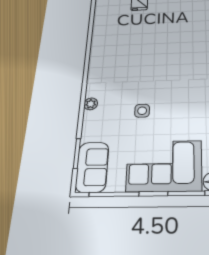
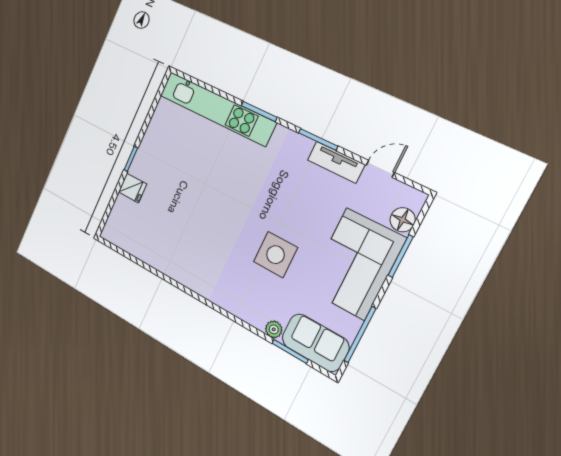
plant: (91, 104) -> (274, 329), moved
side table: (142, 111) -> (275, 255), width x1.87, depth x1.87

